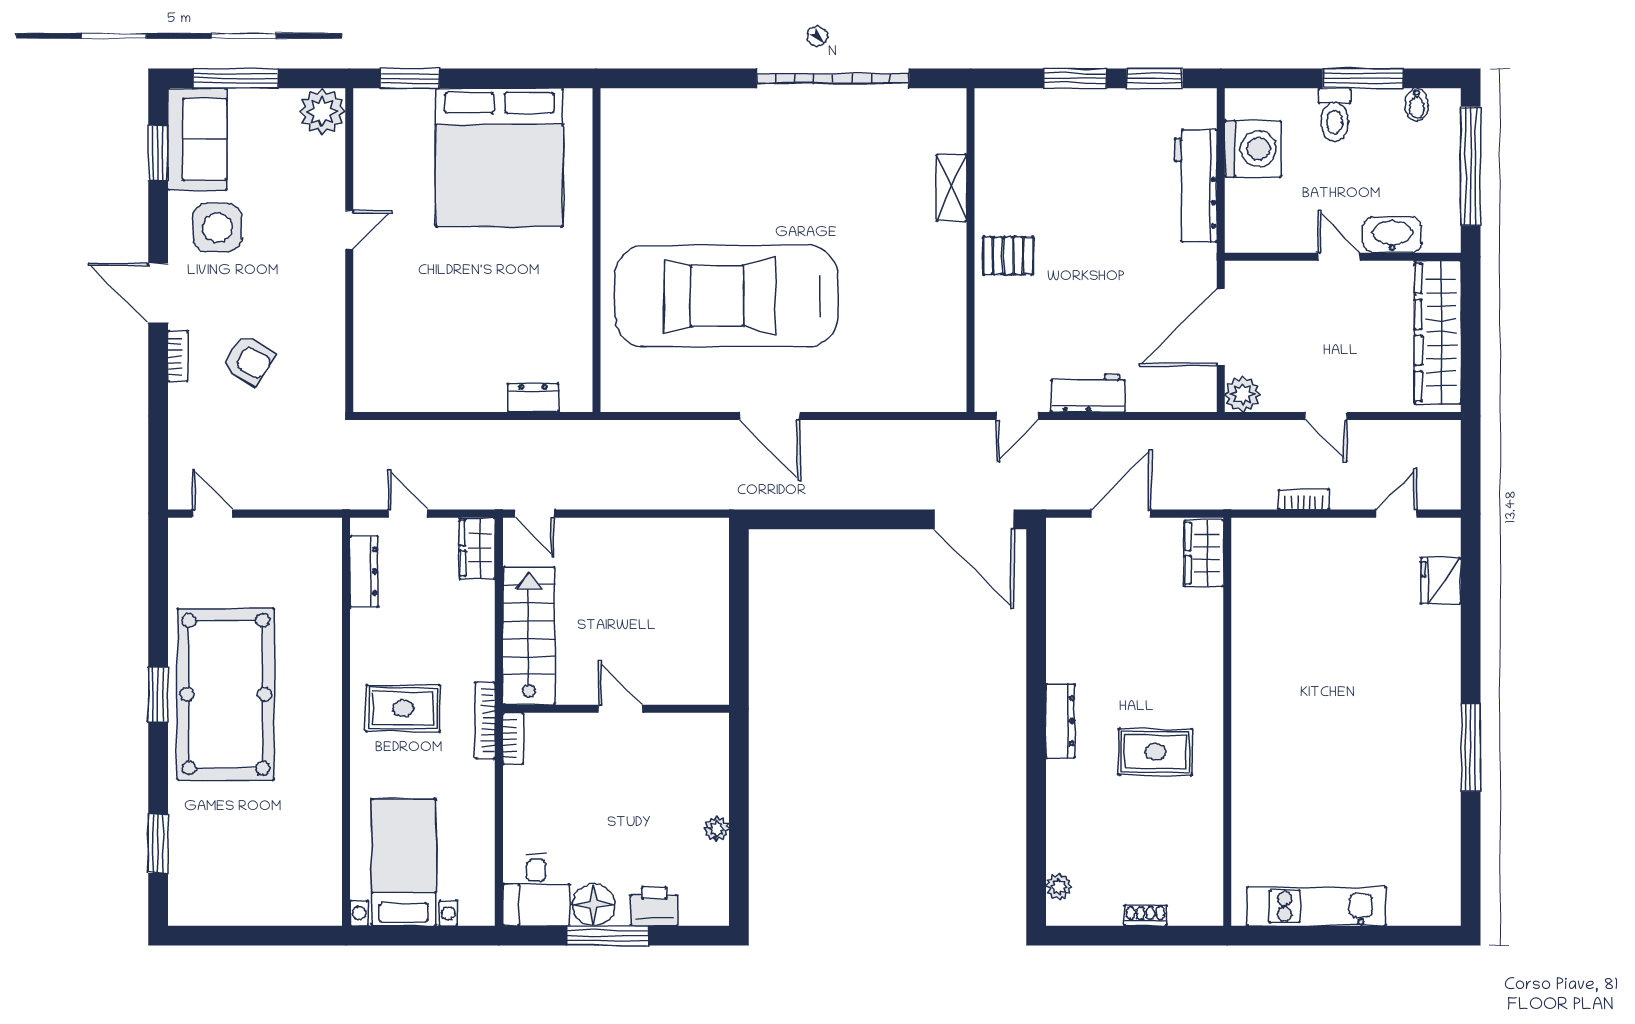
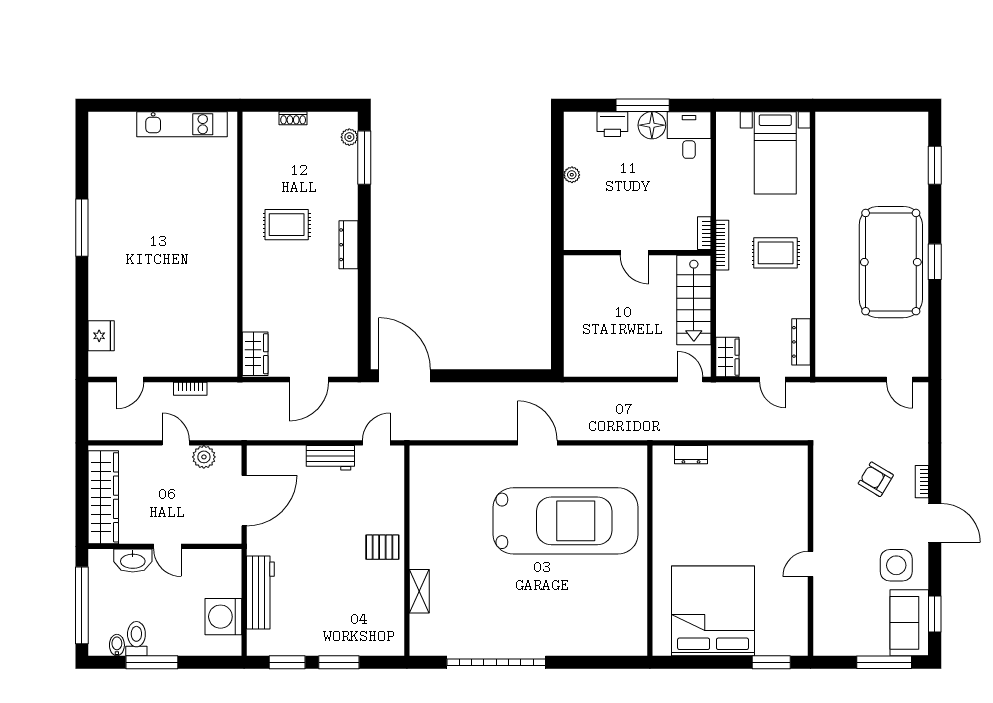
plant: (322, 111) -> (828, 641), removed
toilet: (1335, 115) -> (136, 639), moved
plant: (1242, 394) -> (204, 457), moved
window: (1036, 855) -> (364, 158), added

